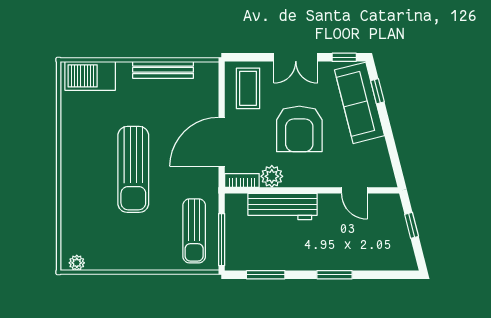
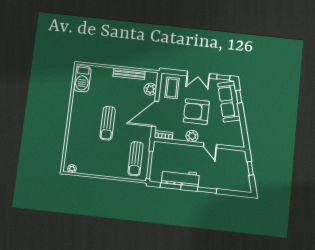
barbecue: (90, 76) -> (82, 79), moved, turned -90
plant: (207, 95) -> (150, 89), added
armchair: (299, 129) -> (196, 112), turned 90
sun lounger: (133, 169) -> (108, 123), width x0.73, depth x0.75
plant: (272, 176) -> (192, 136), moved
door: (354, 190) -> (210, 145), moved
workbench: (283, 206) -> (180, 178), moved, turned 180

